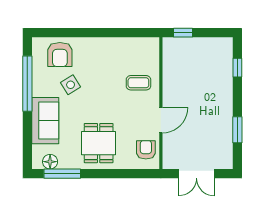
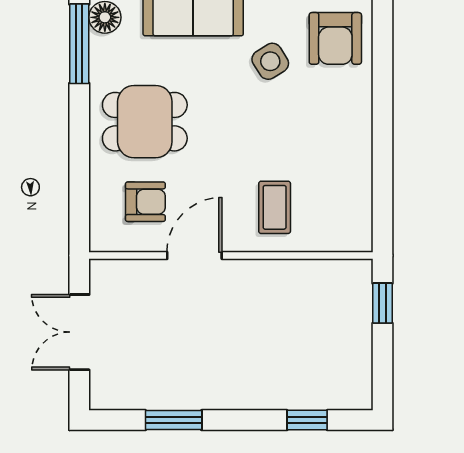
armchair: (60, 55) -> (335, 38), turned -90
door: (161, 120) -> (194, 255), swing flipped
armchair: (146, 150) -> (145, 202), moved

